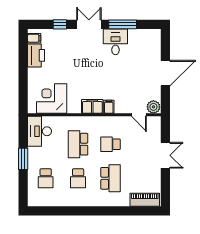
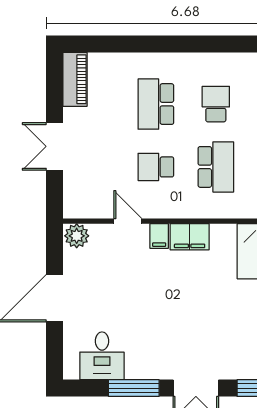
desk: (115, 42) -> (102, 356), moved
door: (139, 115) -> (128, 221), moved
school desk: (111, 144) -> (156, 167), turned 180
piano: (145, 200) -> (75, 79), moved, turned -90

